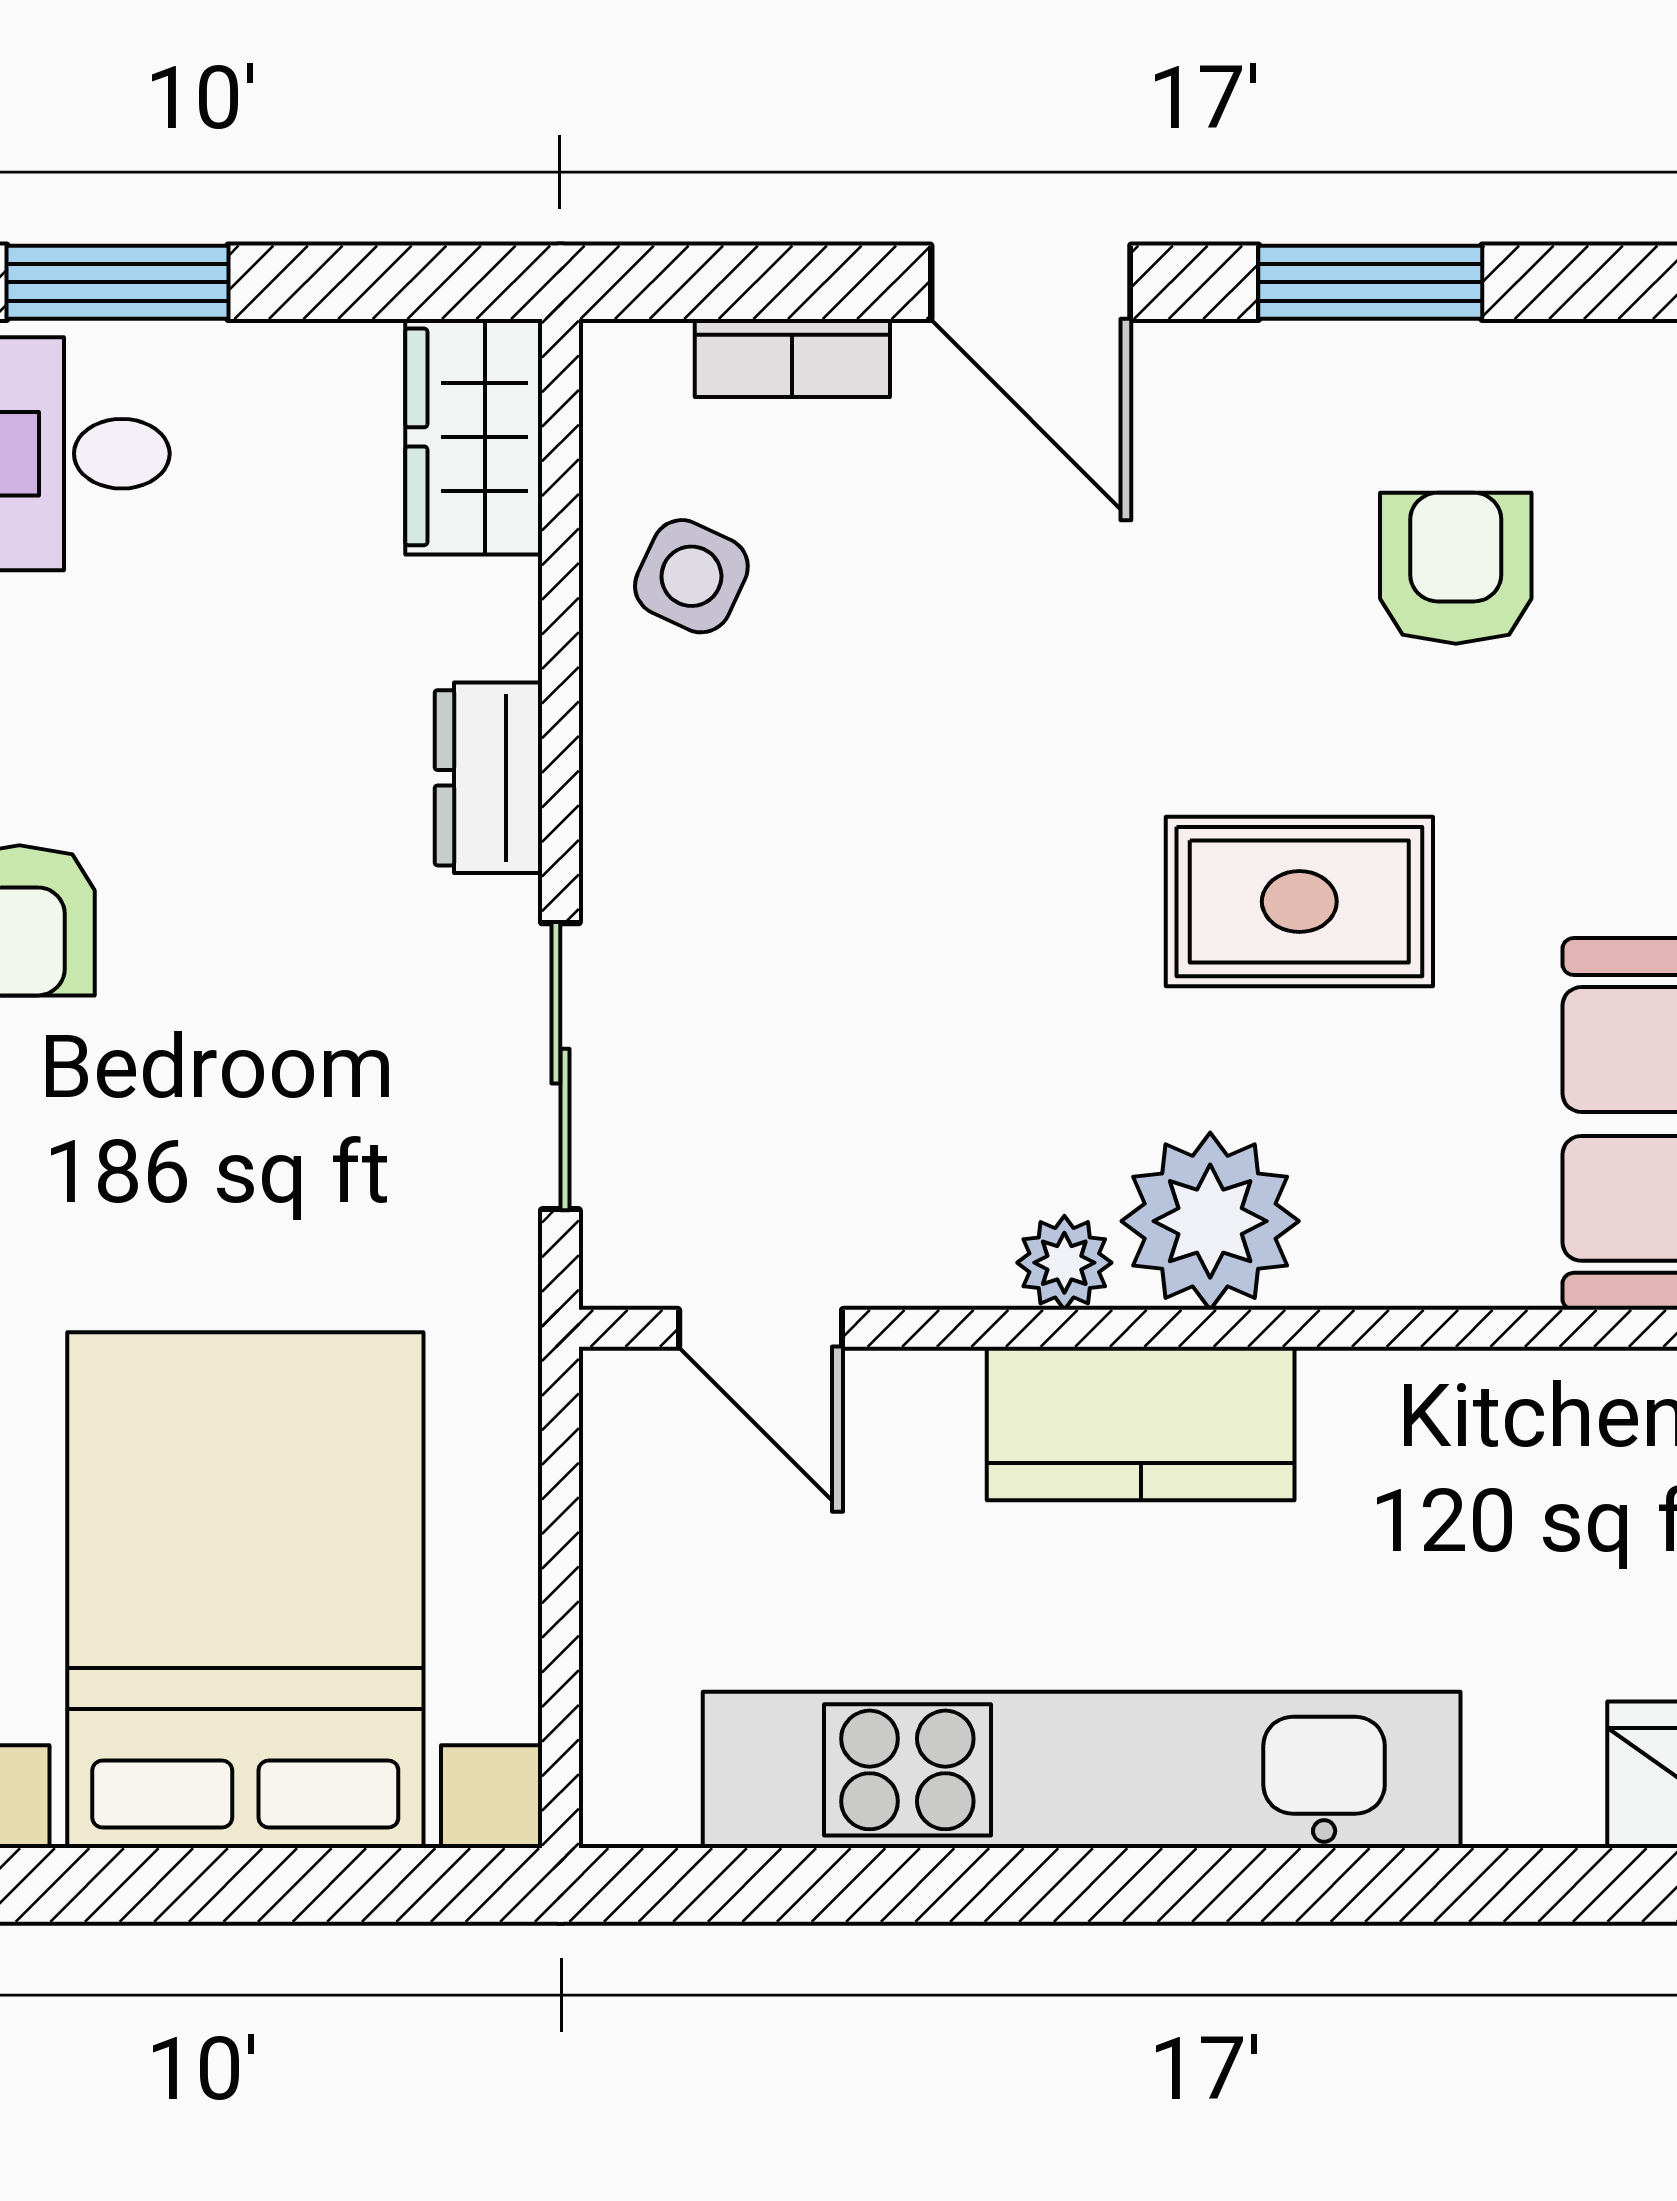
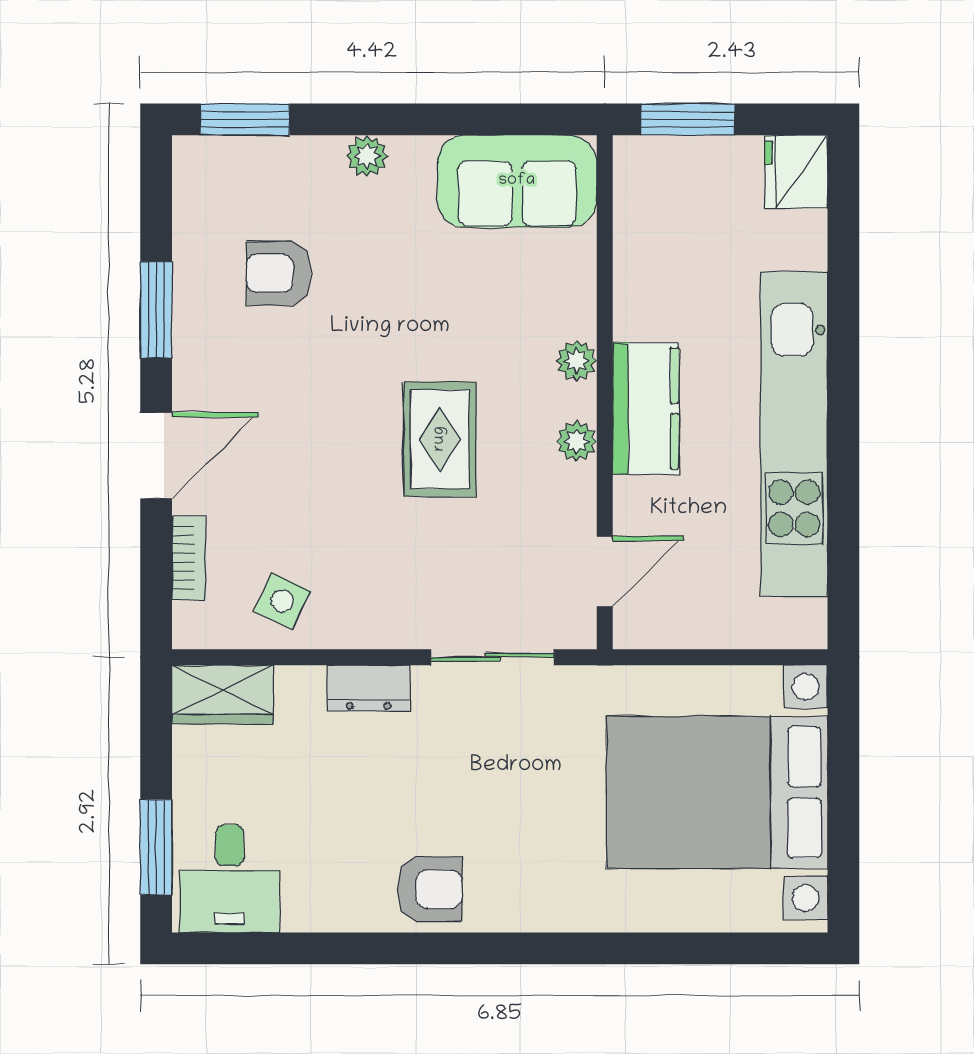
rug: (1299, 902) -> (440, 439), moved
plant: (1210, 1221) -> (577, 361), width x0.53, depth x0.53

